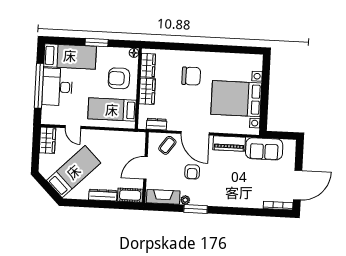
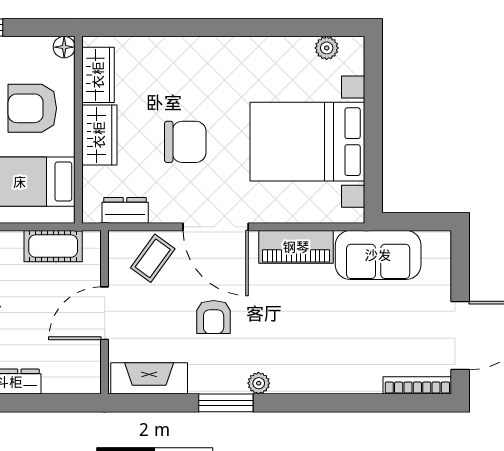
plant: (247, 59) -> (327, 48), added
chair: (191, 76) -> (185, 142), moved
cot: (130, 195) -> (53, 246), moved
plant: (185, 200) -> (259, 383), moved

